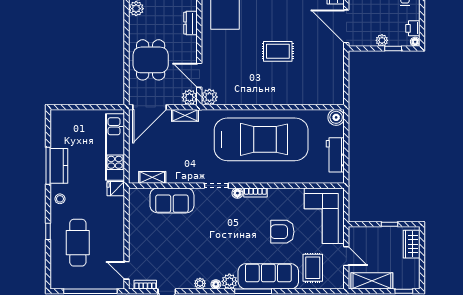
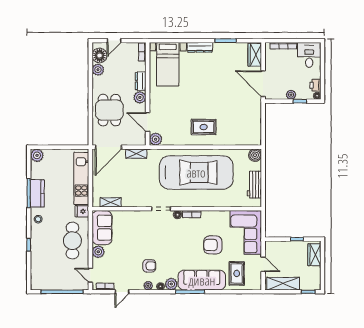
rug: (278, 51) -> (204, 127), moved
plant: (189, 97) -> (140, 97), moved
plant: (58, 118) -> (37, 155), added
sofa: (172, 200) -> (102, 228), moved, turned -90
plant: (136, 240) -> (98, 252), added
cafe table: (78, 243) -> (72, 241), moved
armchair: (201, 258) -> (149, 266), added

